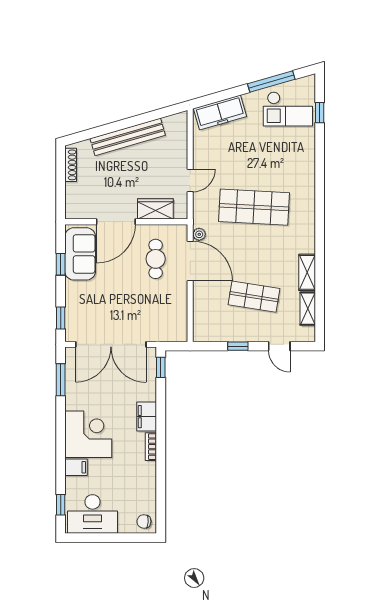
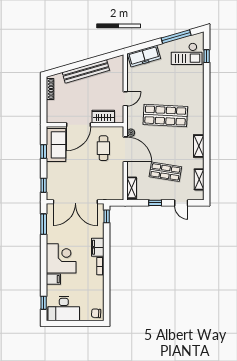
shelving: (307, 272) -> (199, 146), moved
shelving: (200, 322) -> (132, 188), added

